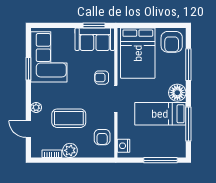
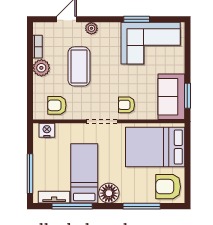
armchair: (102, 78) -> (126, 105), turned -90
tv unit: (181, 140) -> (54, 197), added

